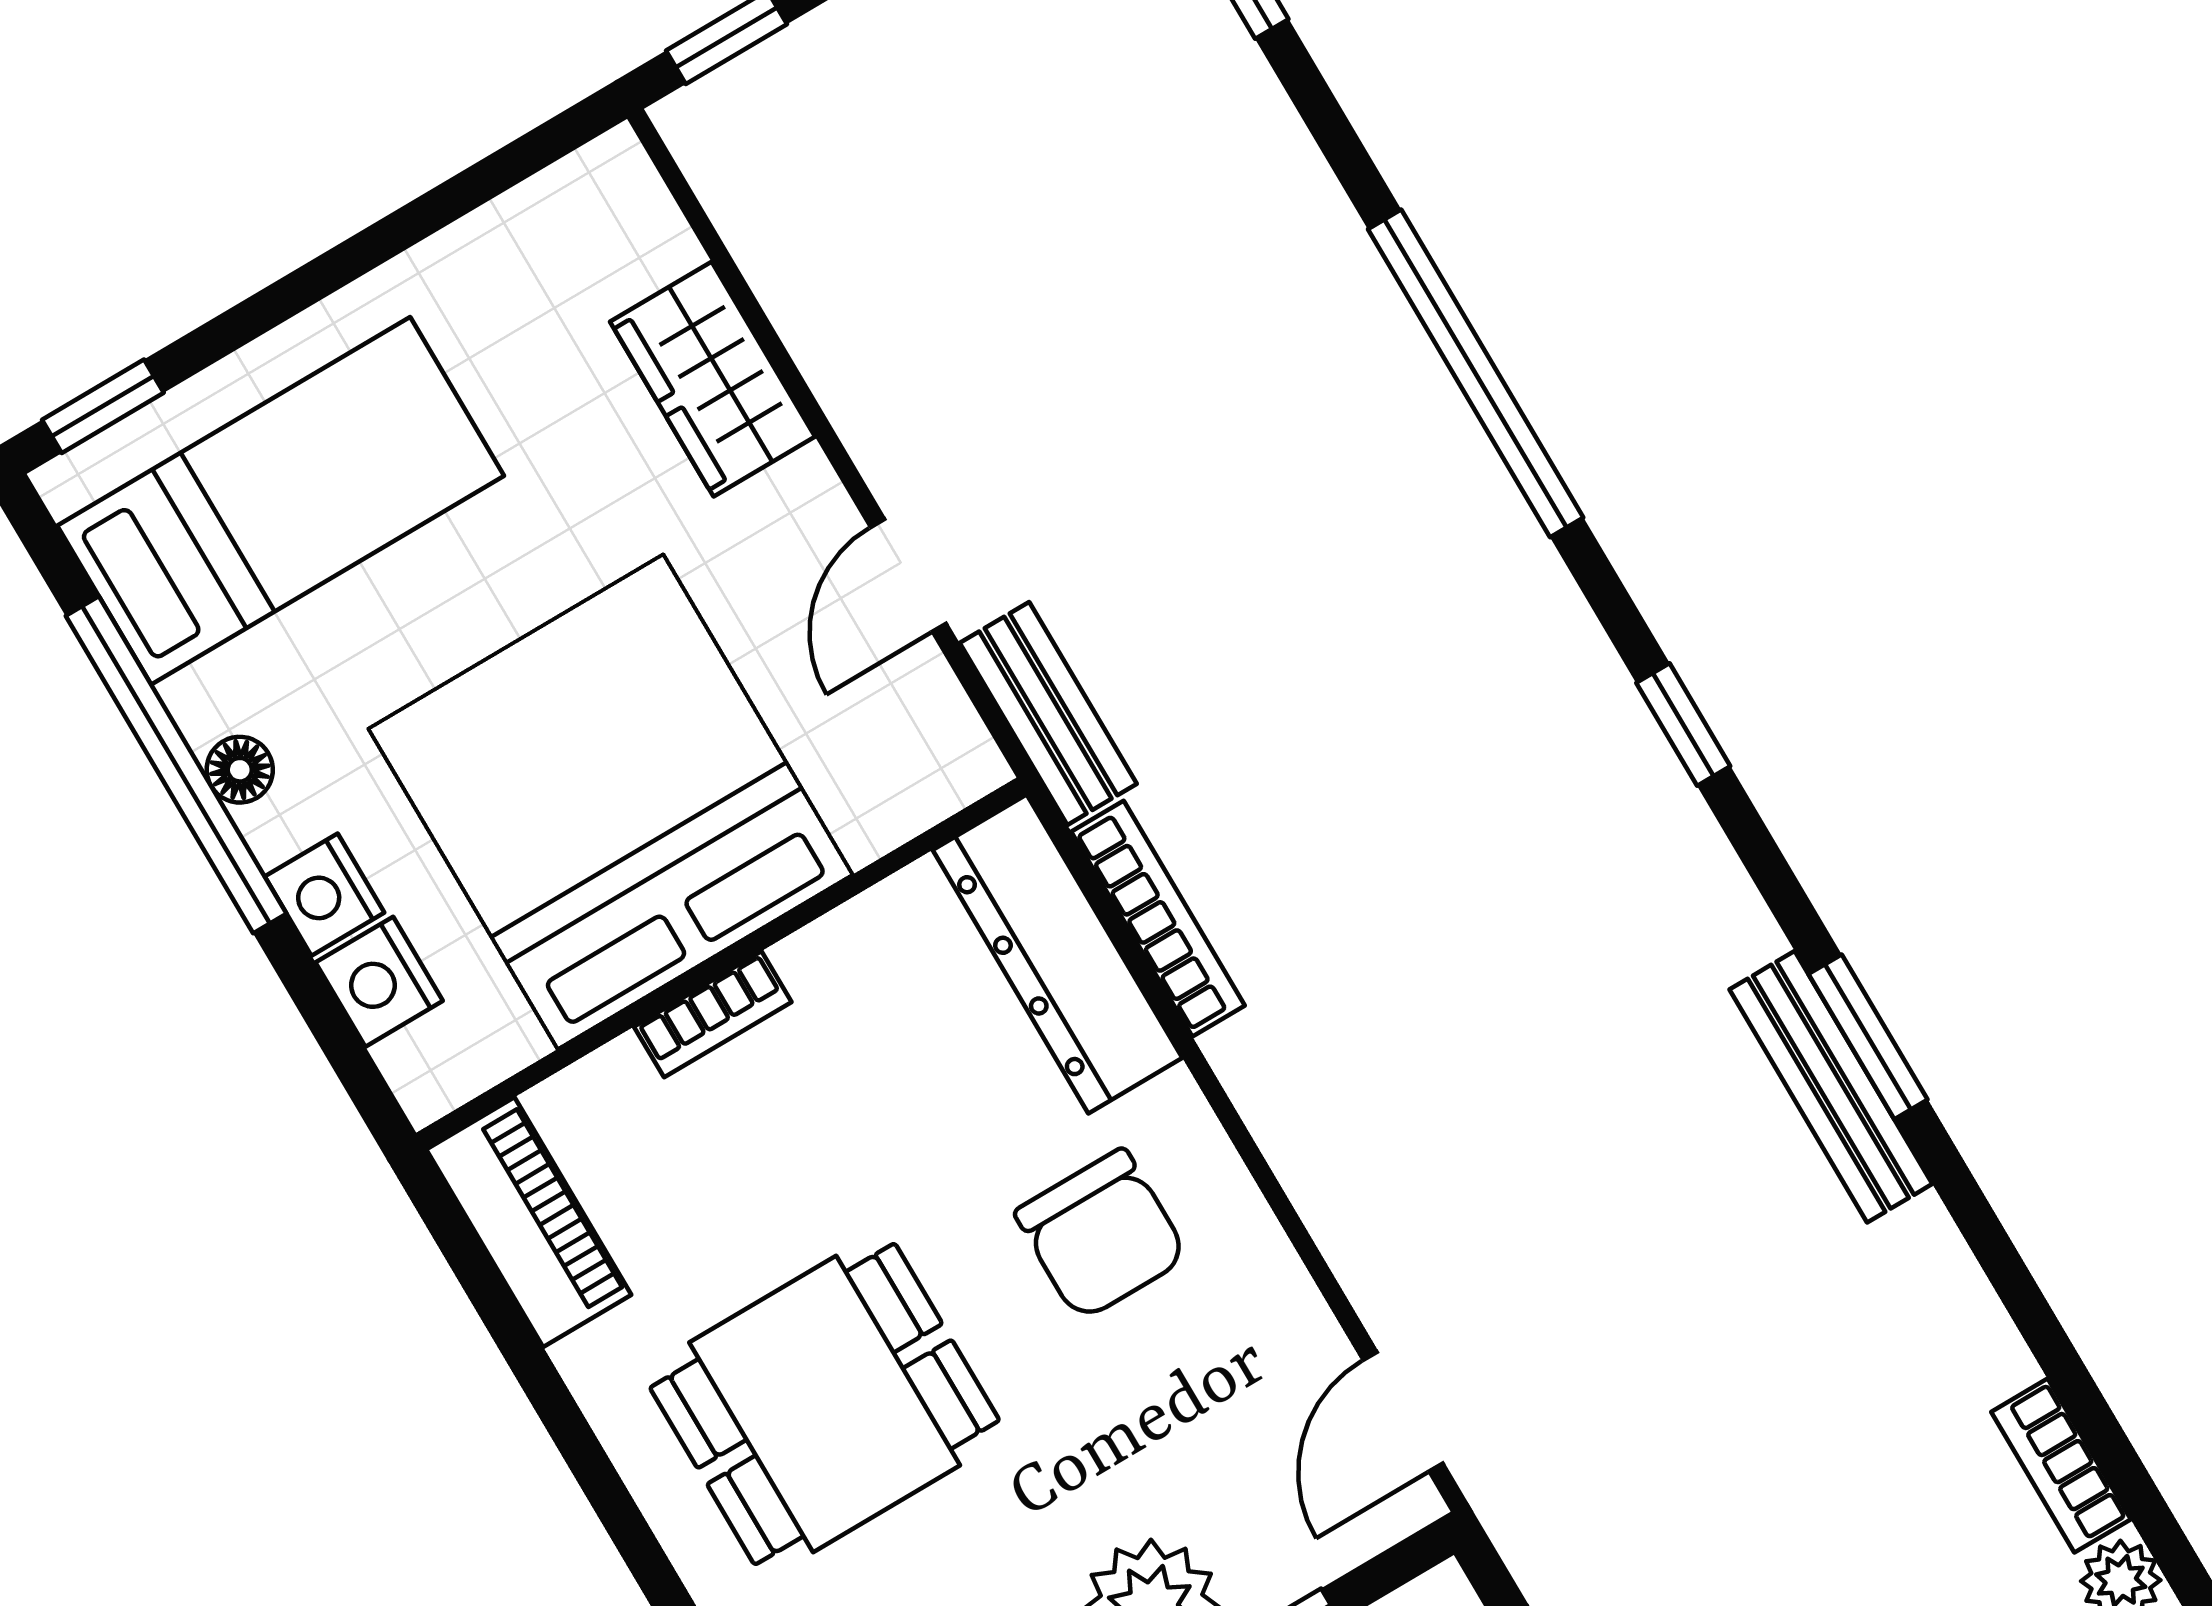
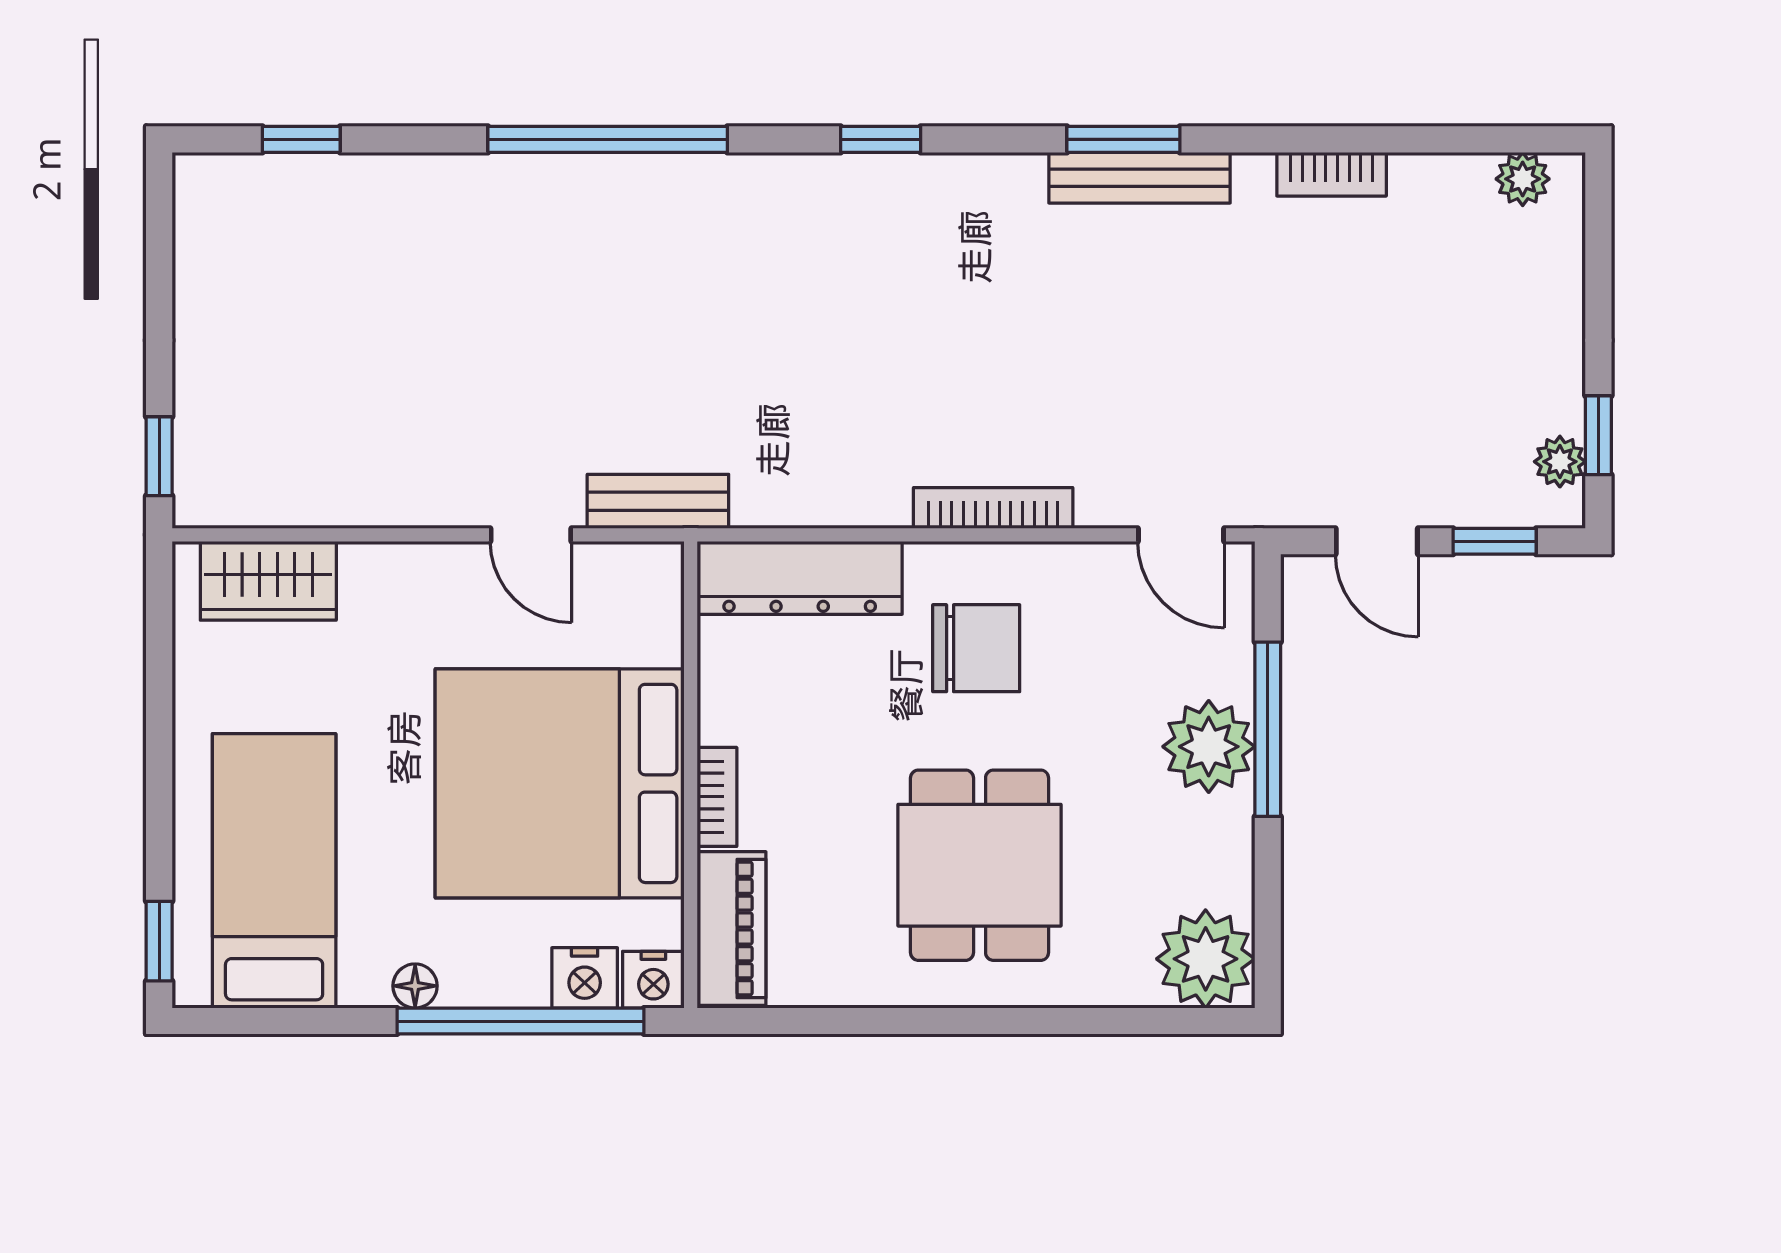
wardrobe: (713, 379) -> (268, 581), moved
window: (176, 765) -> (520, 1021), moved
nightstand: (325, 895) -> (653, 980), moved
bookcase: (1158, 919) -> (993, 508), moved
piano: (529, 1222) -> (732, 928), moved, turned 90
bookcase: (2061, 1466) -> (1332, 174), moved

